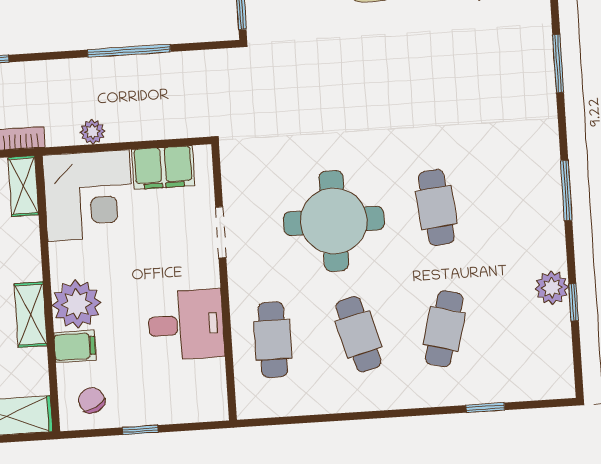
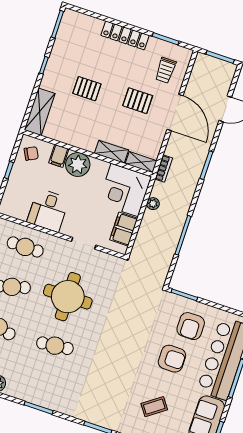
shelving: (31, 315) -> (111, 152), moved

